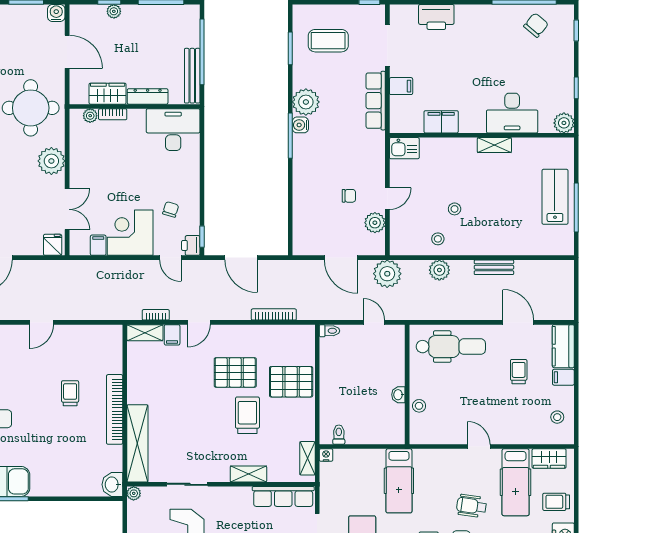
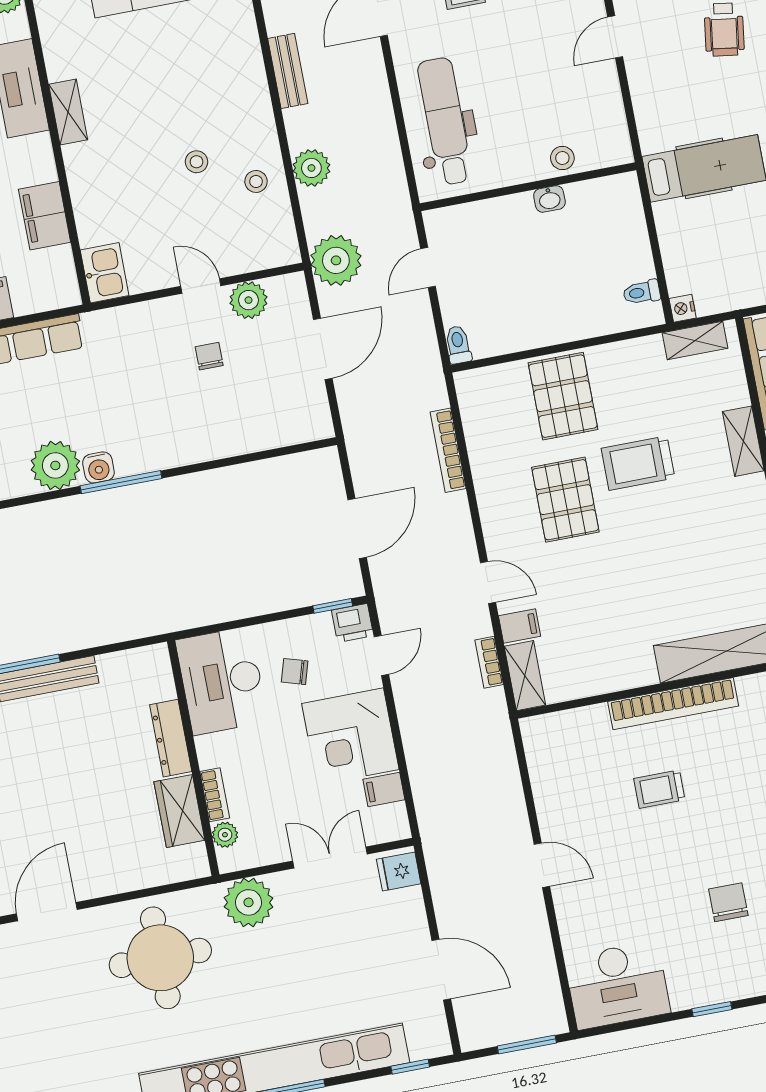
wardrobe: (108, 94) -> (179, 811), moved
dresser: (148, 96) -> (171, 738), moved
wall: (135, 107) -> (193, 758), moved
bookcase: (113, 114) -> (215, 795), moved
plant: (90, 116) -> (225, 835), moved
desk: (173, 130) -> (222, 681), moved

